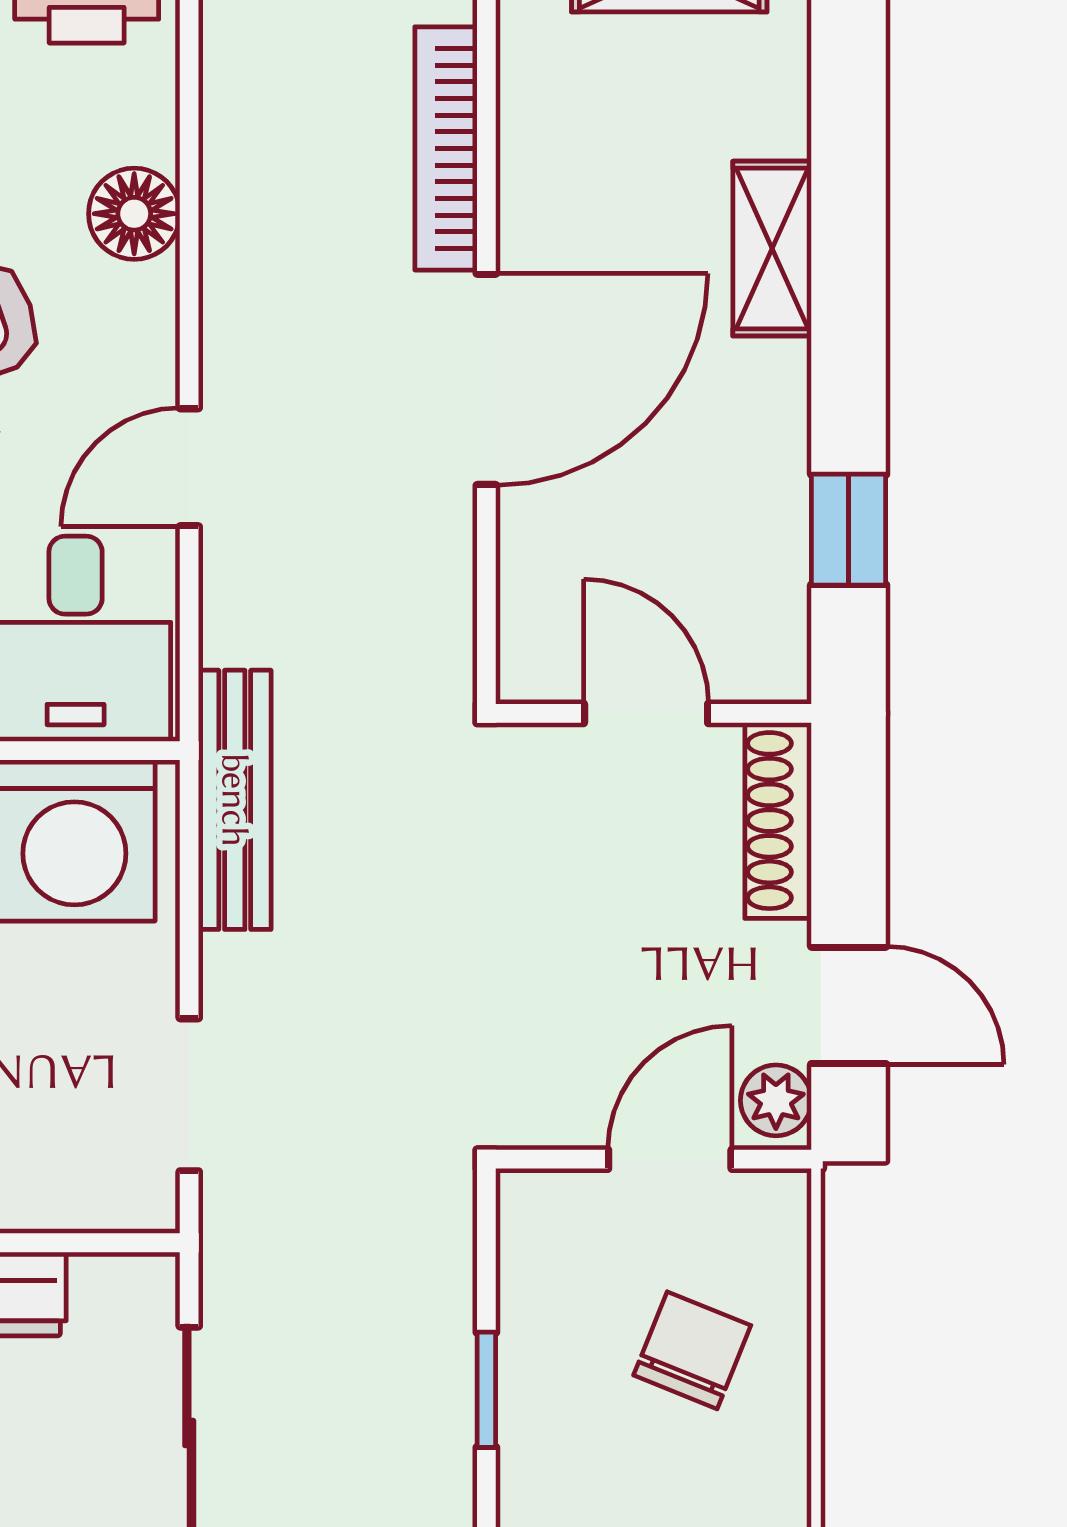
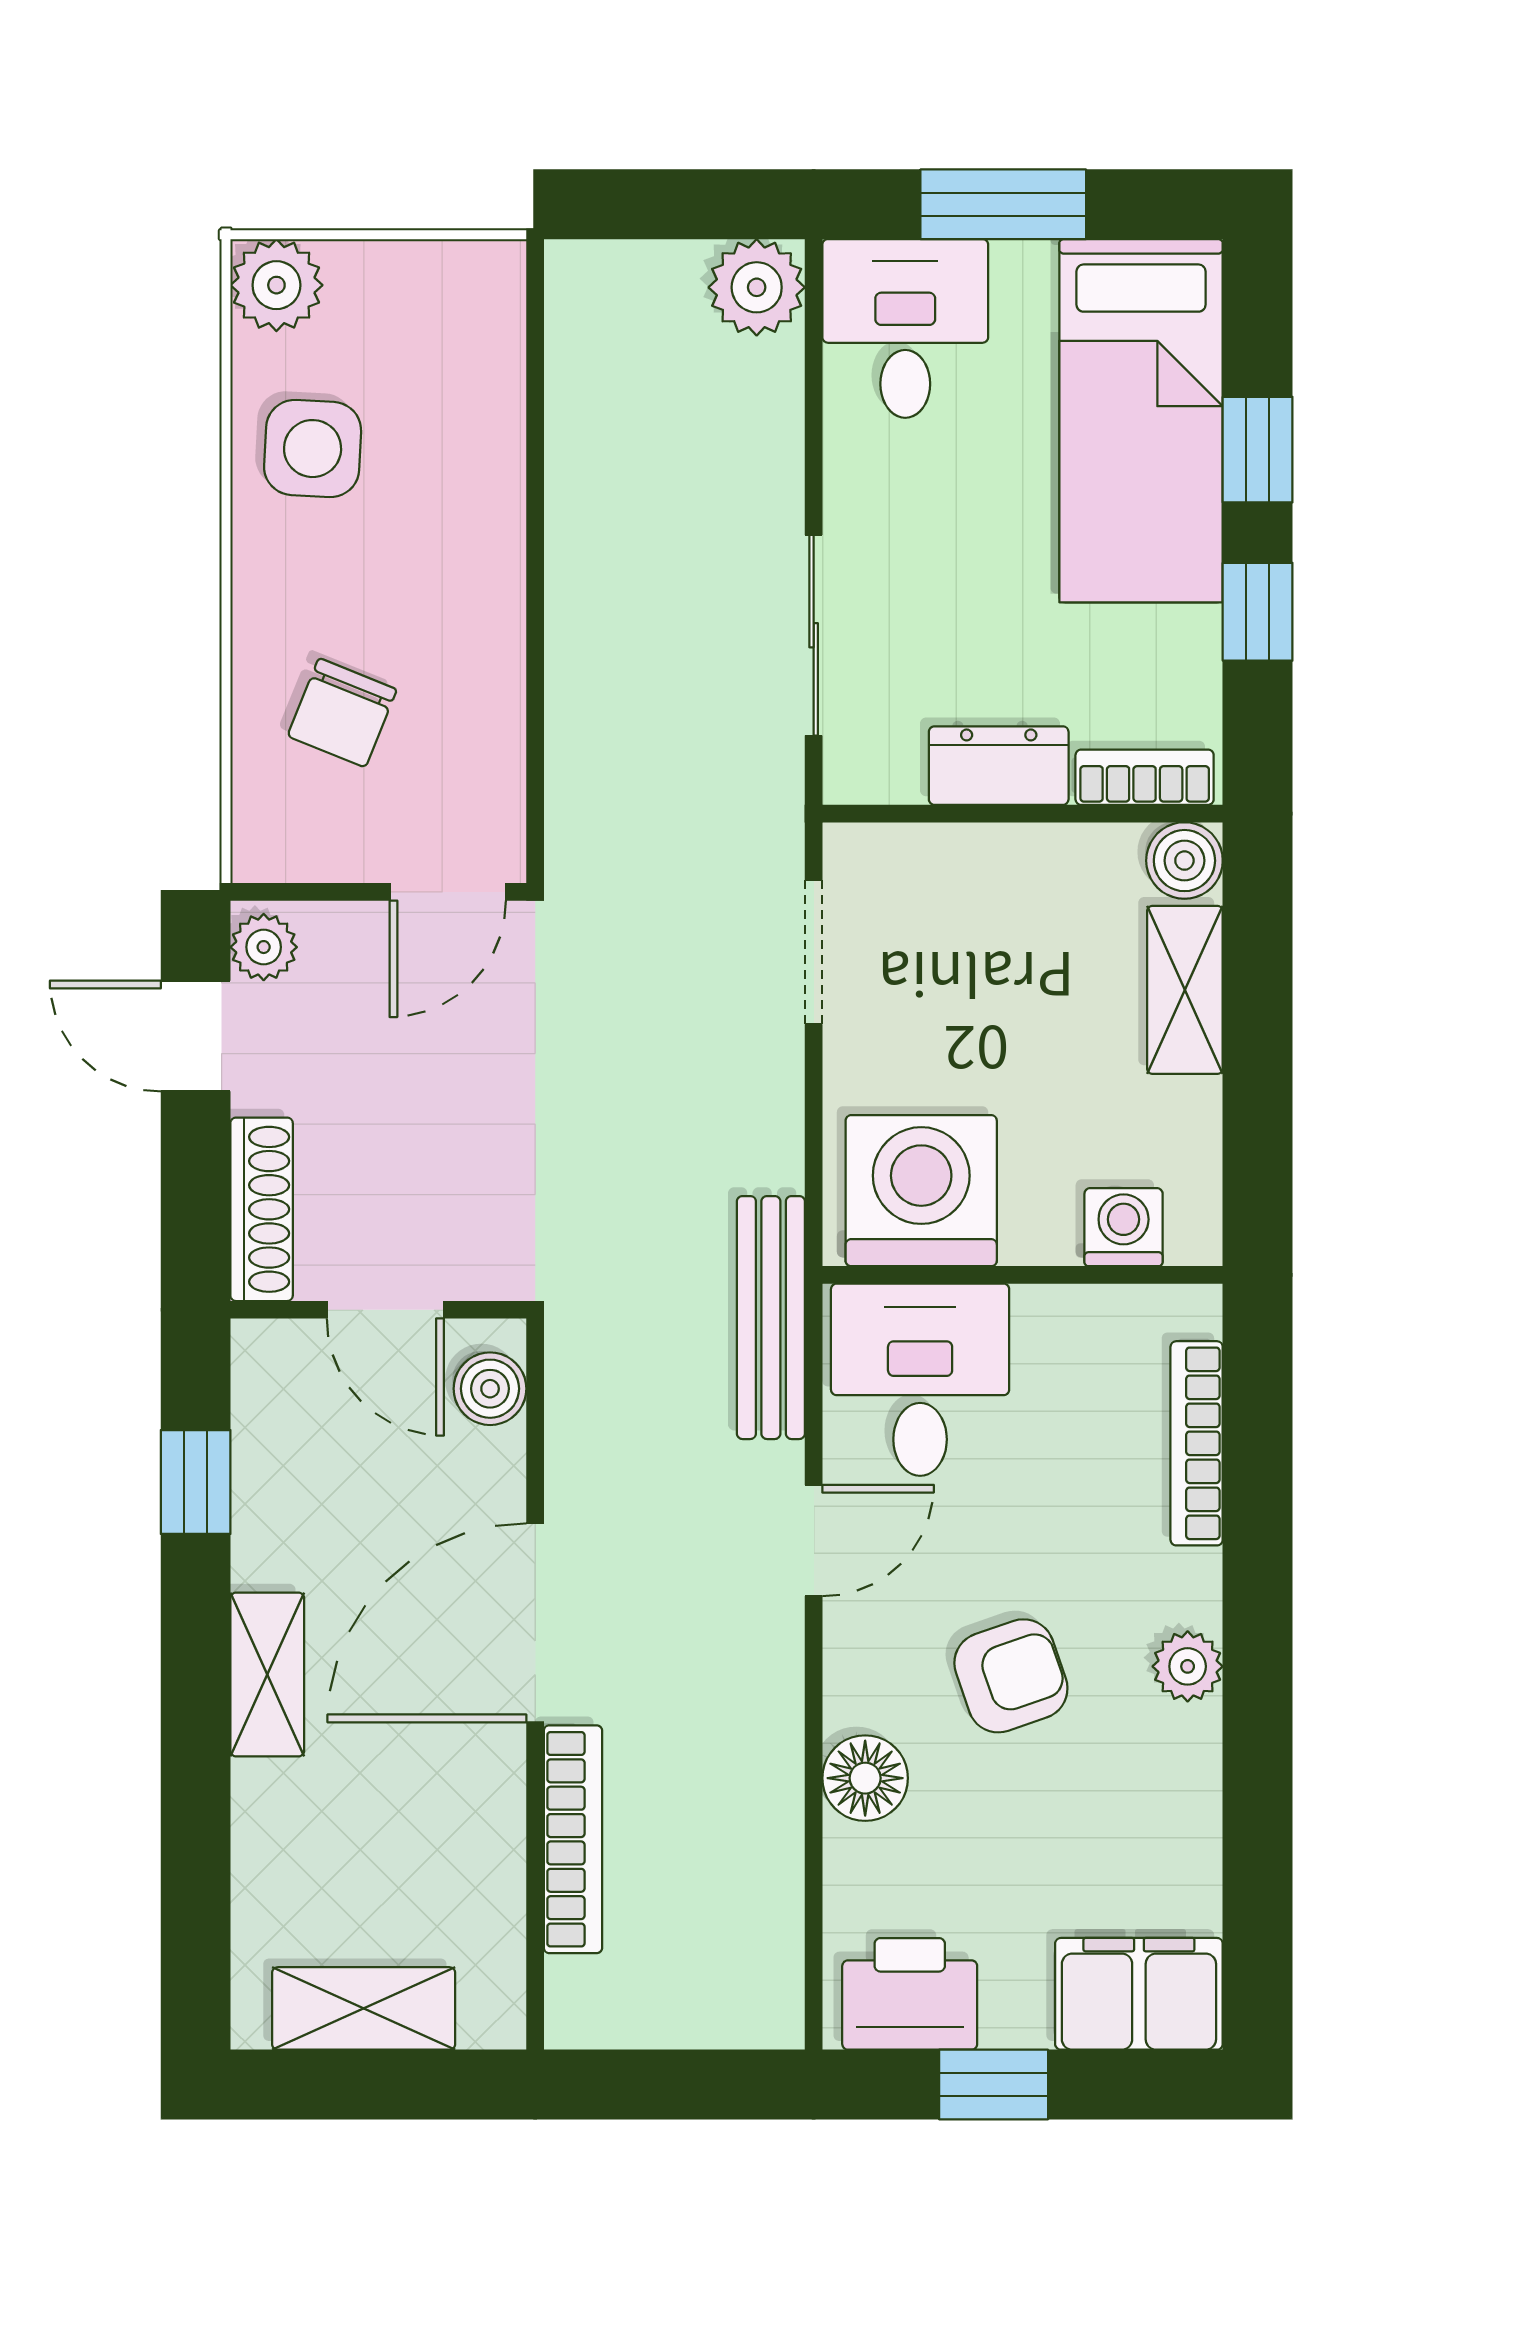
shelving: (772, 249) -> (267, 1675), moved
boiler: (534, 629) -> (490, 1389), added
bench: (235, 800) -> (771, 1318), moved
door: (670, 1159) -> (448, 892), moved
window: (486, 1390) -> (535, 676), removed

